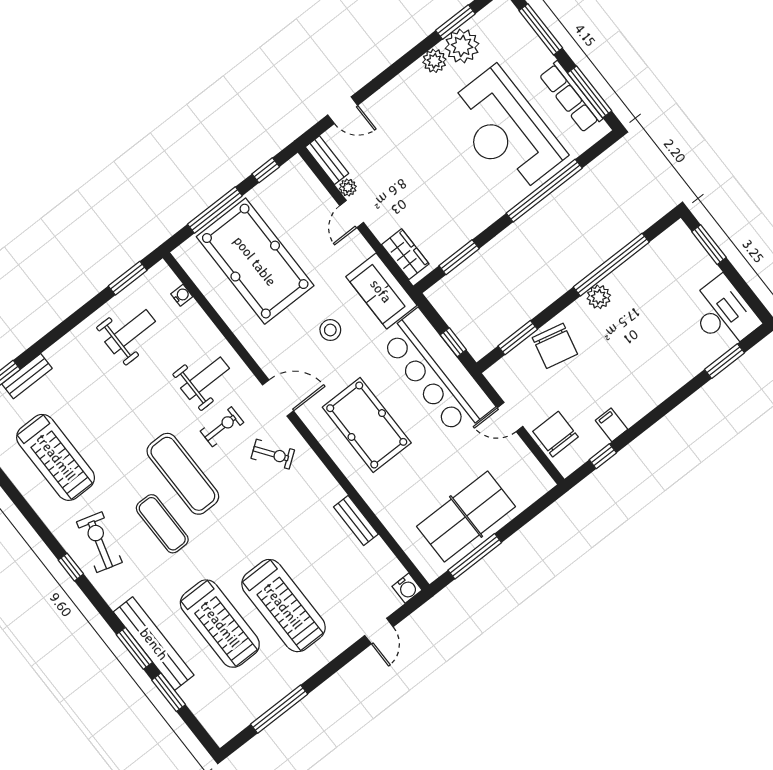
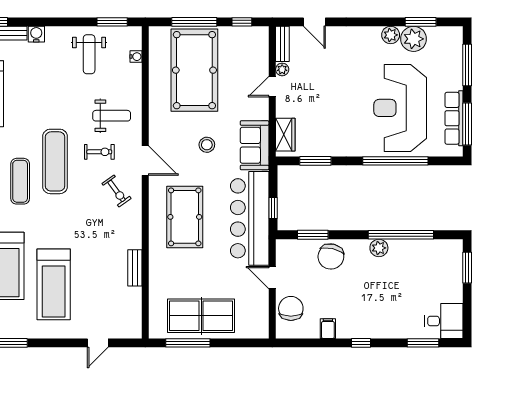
desk: (723, 314) -> (444, 321), width x0.73
weight bench: (130, 332) -> (89, 54), turned 90
window: (603, 456) -> (361, 343), moved
water cooler: (407, 588) -> (36, 34), moved, turned 180

